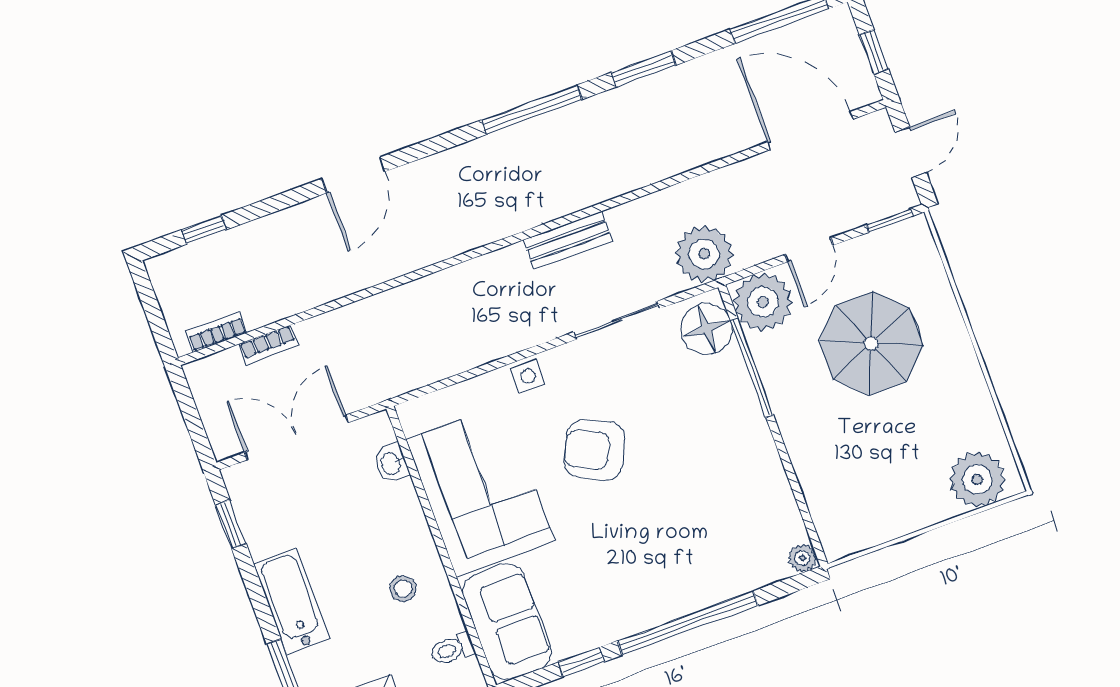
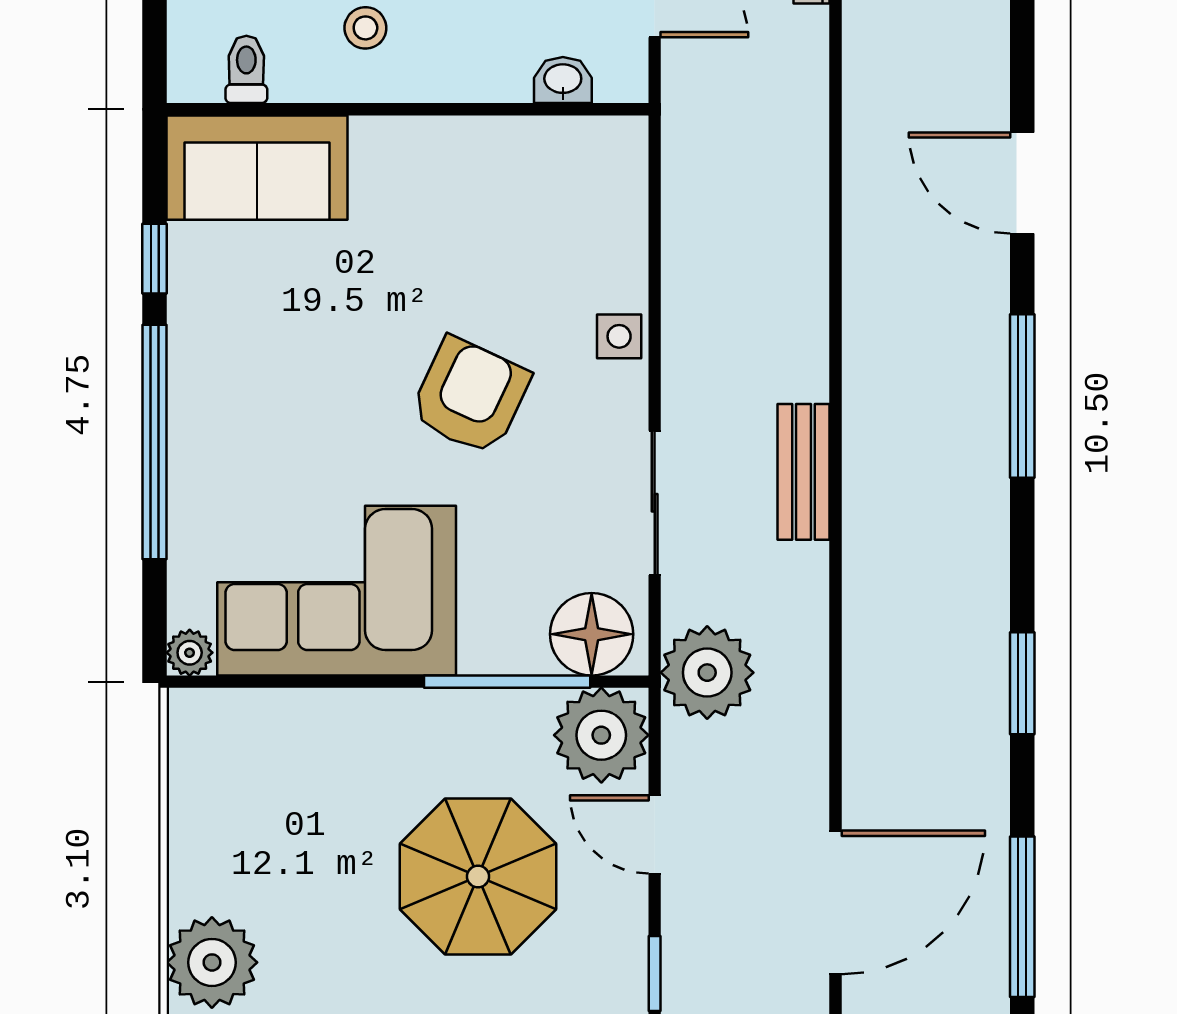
window: (532, 110) -> (1022, 396), moved
corner sofa: (480, 491) -> (337, 591), moved, turned 180

